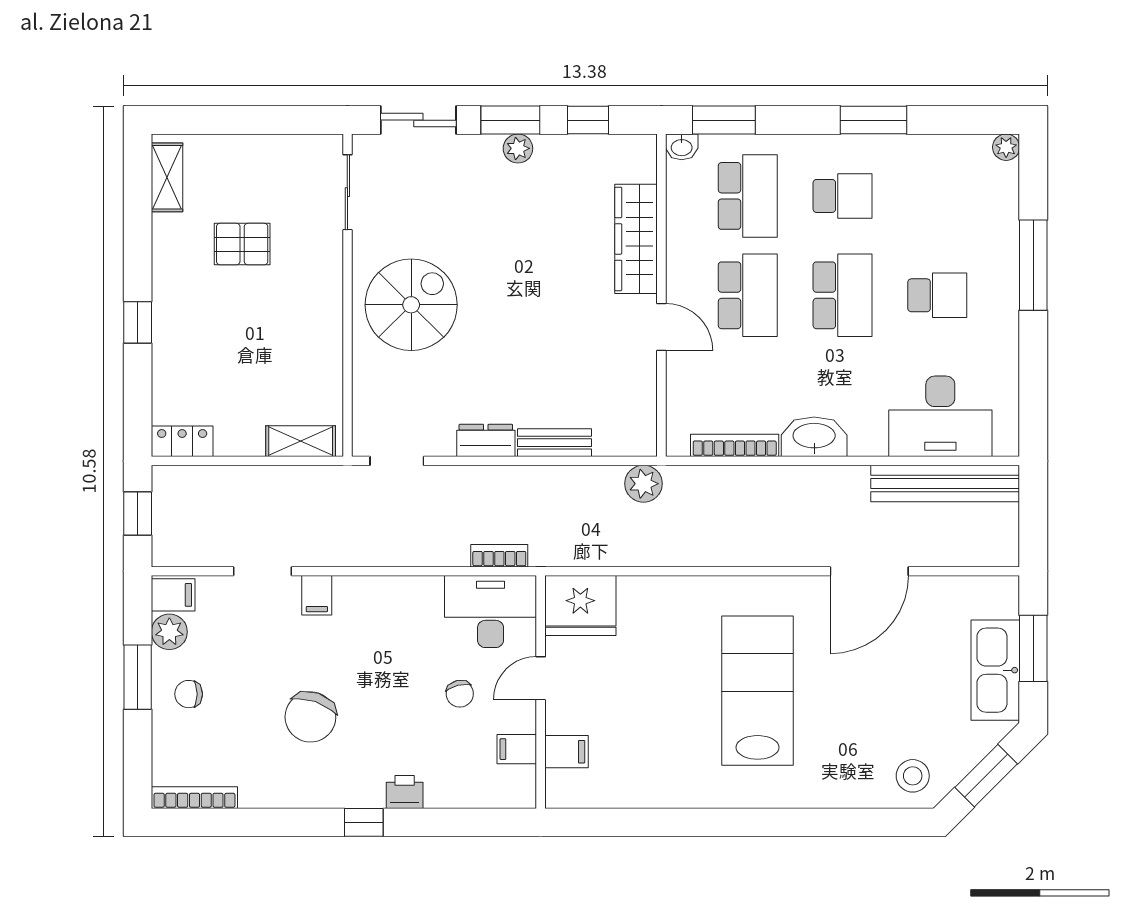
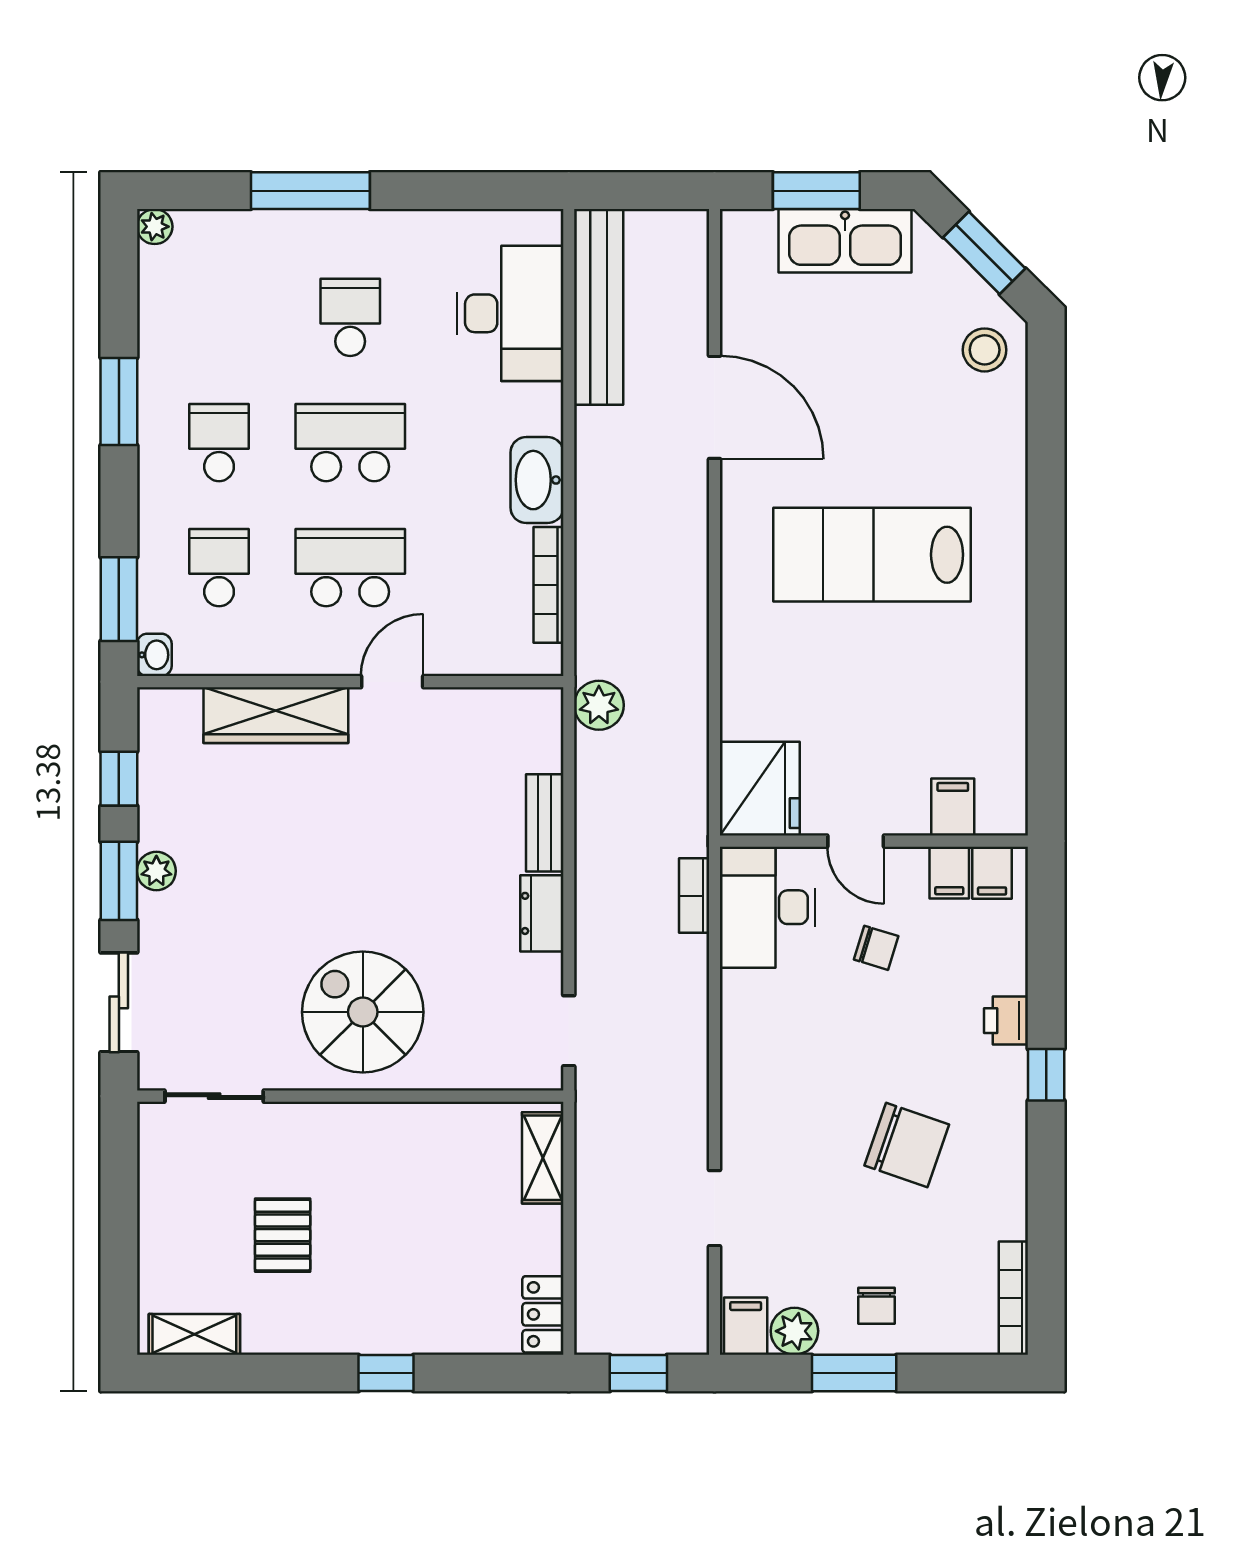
school desk: (748, 196) -> (219, 568), width x0.54
filing cabinet: (317, 595) -> (992, 873), moved, turned 90
chair: (460, 694) -> (876, 948), turned 31

